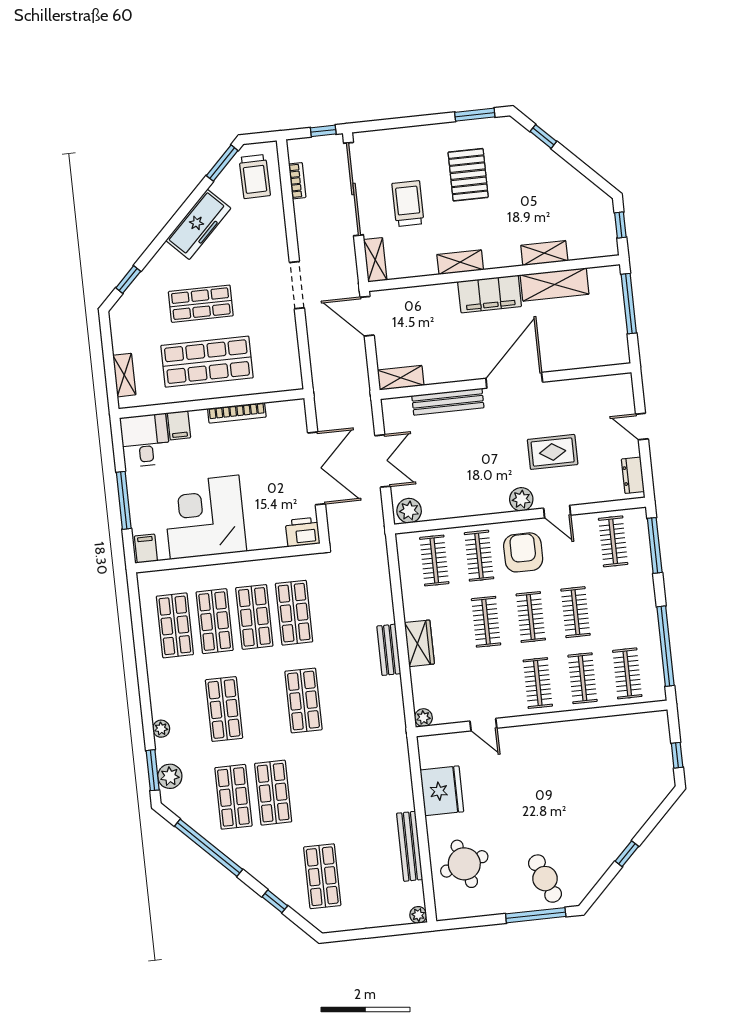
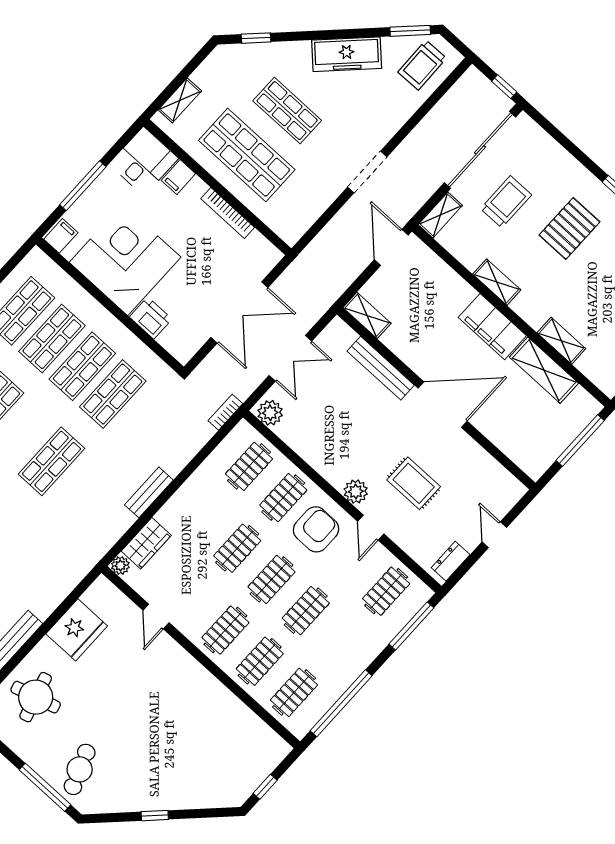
bookcase: (297, 181) -> (225, 412), moved, turned 180
printer: (303, 532) -> (151, 318), moved
wardrobe: (419, 643) -> (146, 543), moved

